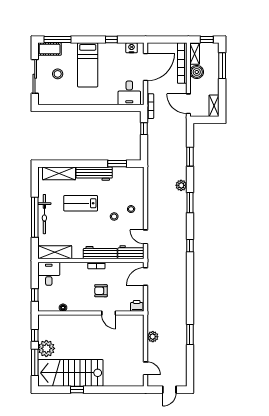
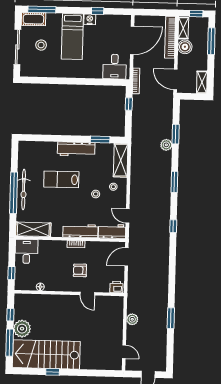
nightstand: (132, 48) -> (90, 19), moved
shelving: (59, 173) -> (121, 160), moved, turned 90
plant: (181, 185) -> (166, 145), moved

